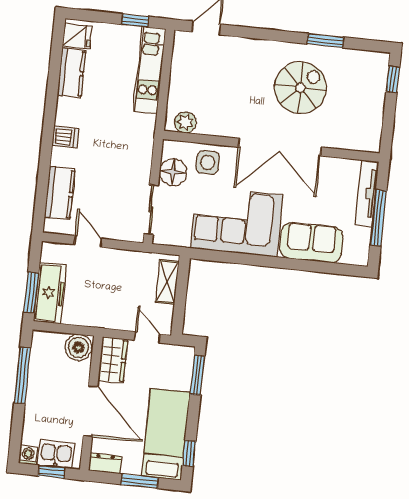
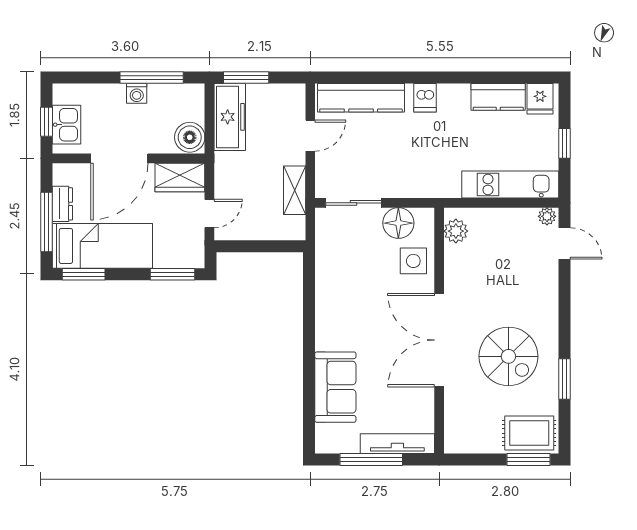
window: (135, 21) -> (564, 143), moved
plant: (181, 41) -> (547, 216), added
rug: (370, 76) -> (529, 433), added
window: (393, 80) -> (529, 459), width x1.50
kitchen counter: (60, 193) -> (361, 98), width x1.50
corner sofa: (237, 222) -> (350, 301), removed
shelving: (167, 282) -> (295, 190), moved, turned 90
freezer: (50, 293) -> (230, 117), moved, turned -90
window: (189, 453) -> (84, 274), width x1.50
washing machine: (28, 455) -> (137, 93), moved, turned 90
dresser: (105, 463) -> (62, 204), moved
window: (140, 481) -> (47, 222), width x1.44

